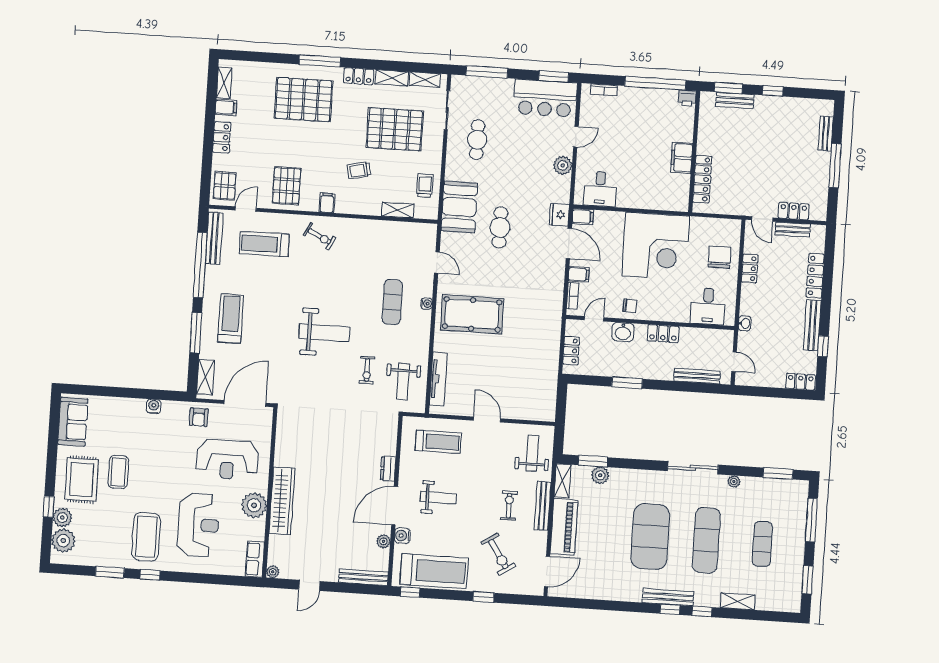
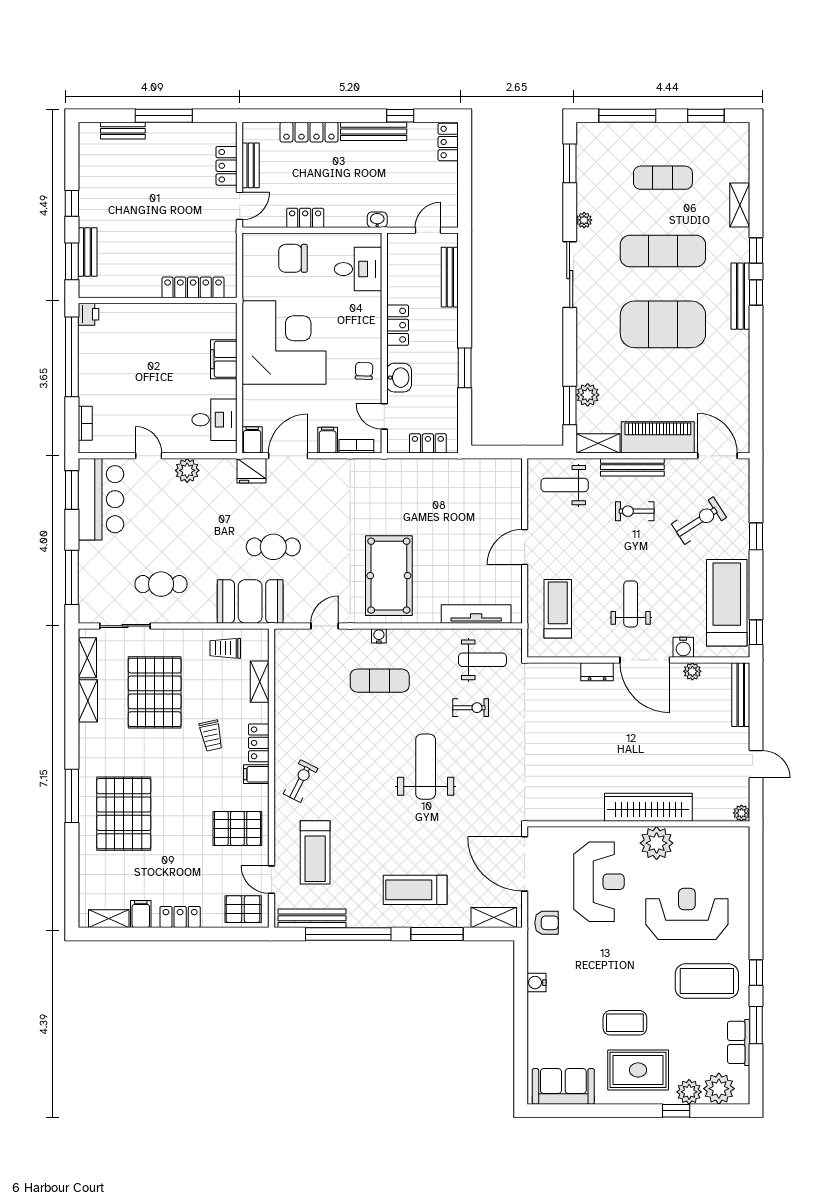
locker: (359, 76) -> (259, 743), moved, turned 180
filing cabinet: (682, 158) -> (224, 359), moved, turned 90
row of seats: (255, 559) -> (739, 1042), moved, turned 90

